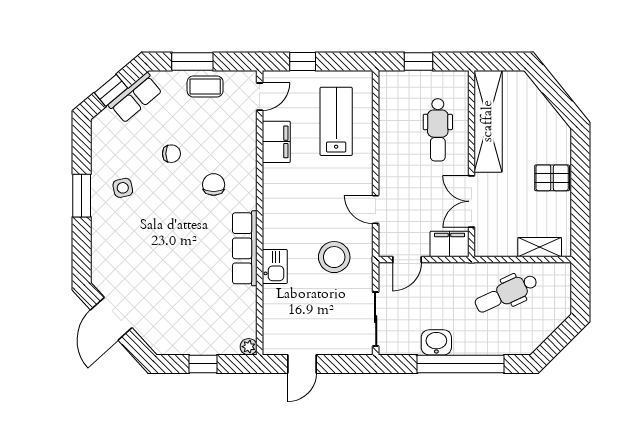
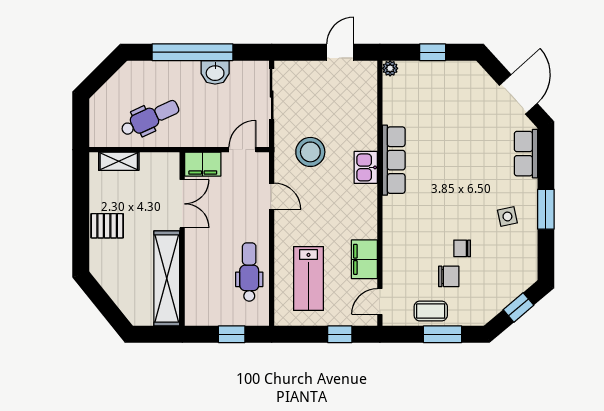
row of seats: (135, 98) -> (526, 154), moved, turned -50
dental chair: (438, 130) -> (249, 272), moved
chair: (214, 185) -> (449, 276), moved, turned -90
kitchen sink: (275, 267) -> (366, 167), moved

